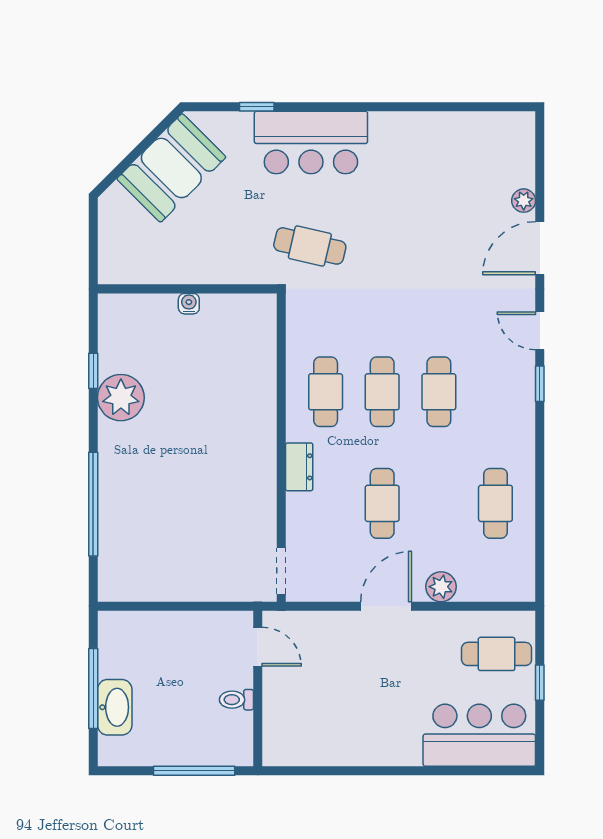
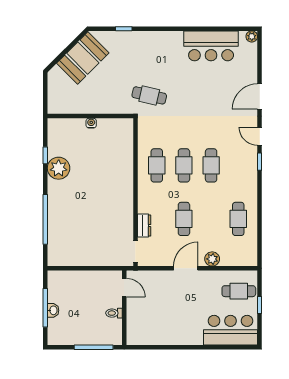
bar counter: (311, 142) -> (211, 46), moved
plant: (524, 201) -> (252, 36), moved
dresser: (299, 467) -> (144, 226), moved
washbasin: (115, 707) -> (53, 310), width x0.52, depth x0.69

